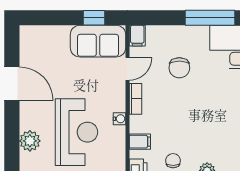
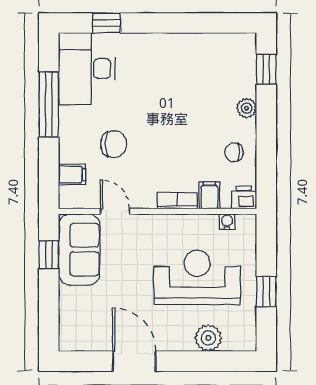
filing cabinet: (137, 36) -> (72, 175), moved
door: (12, 84) -> (134, 361), hinge flipped
bookcase: (136, 99) -> (177, 201), moved
water cooler: (120, 119) -> (227, 222), moved

